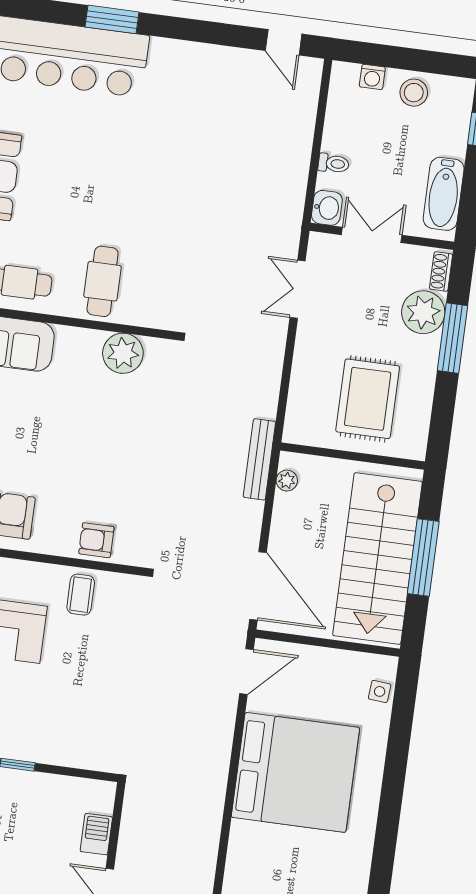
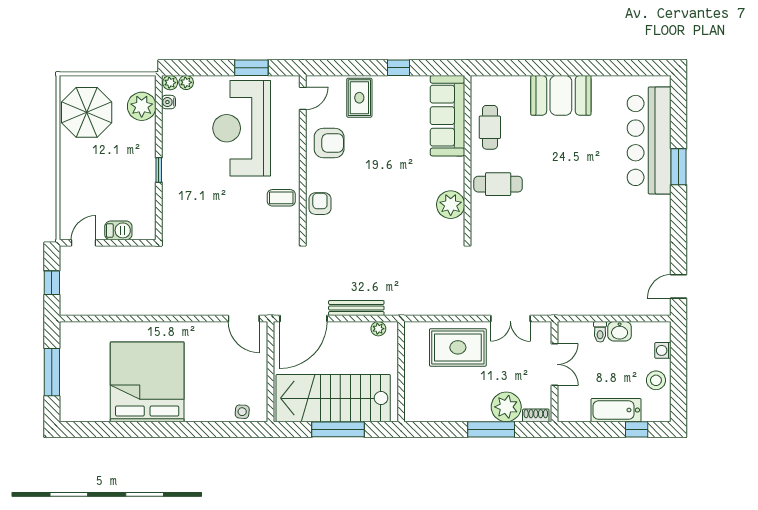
bathtub: (444, 194) -> (616, 410), moved
washbasin: (327, 208) -> (620, 331), moved
double door: (298, 289) -> (510, 319), swing flipped
rug: (368, 399) -> (458, 347), moved
bench: (259, 459) -> (356, 308), moved
bed: (295, 772) -> (147, 382), moved, turned 180

